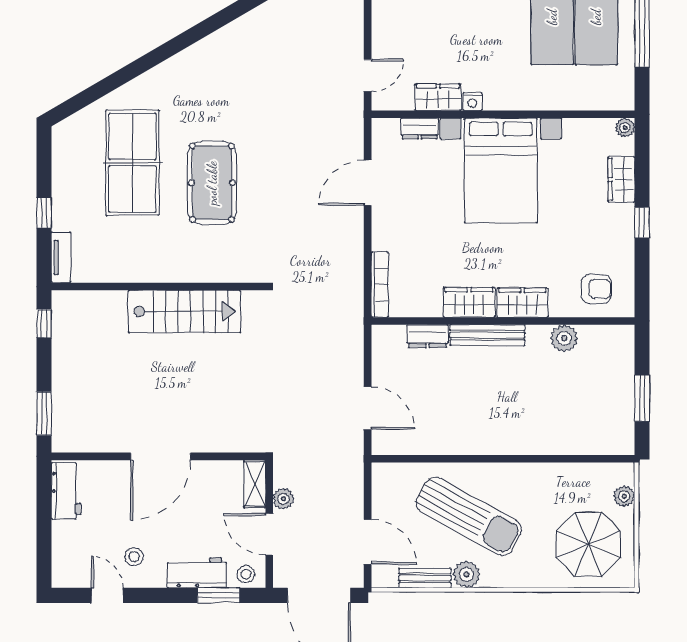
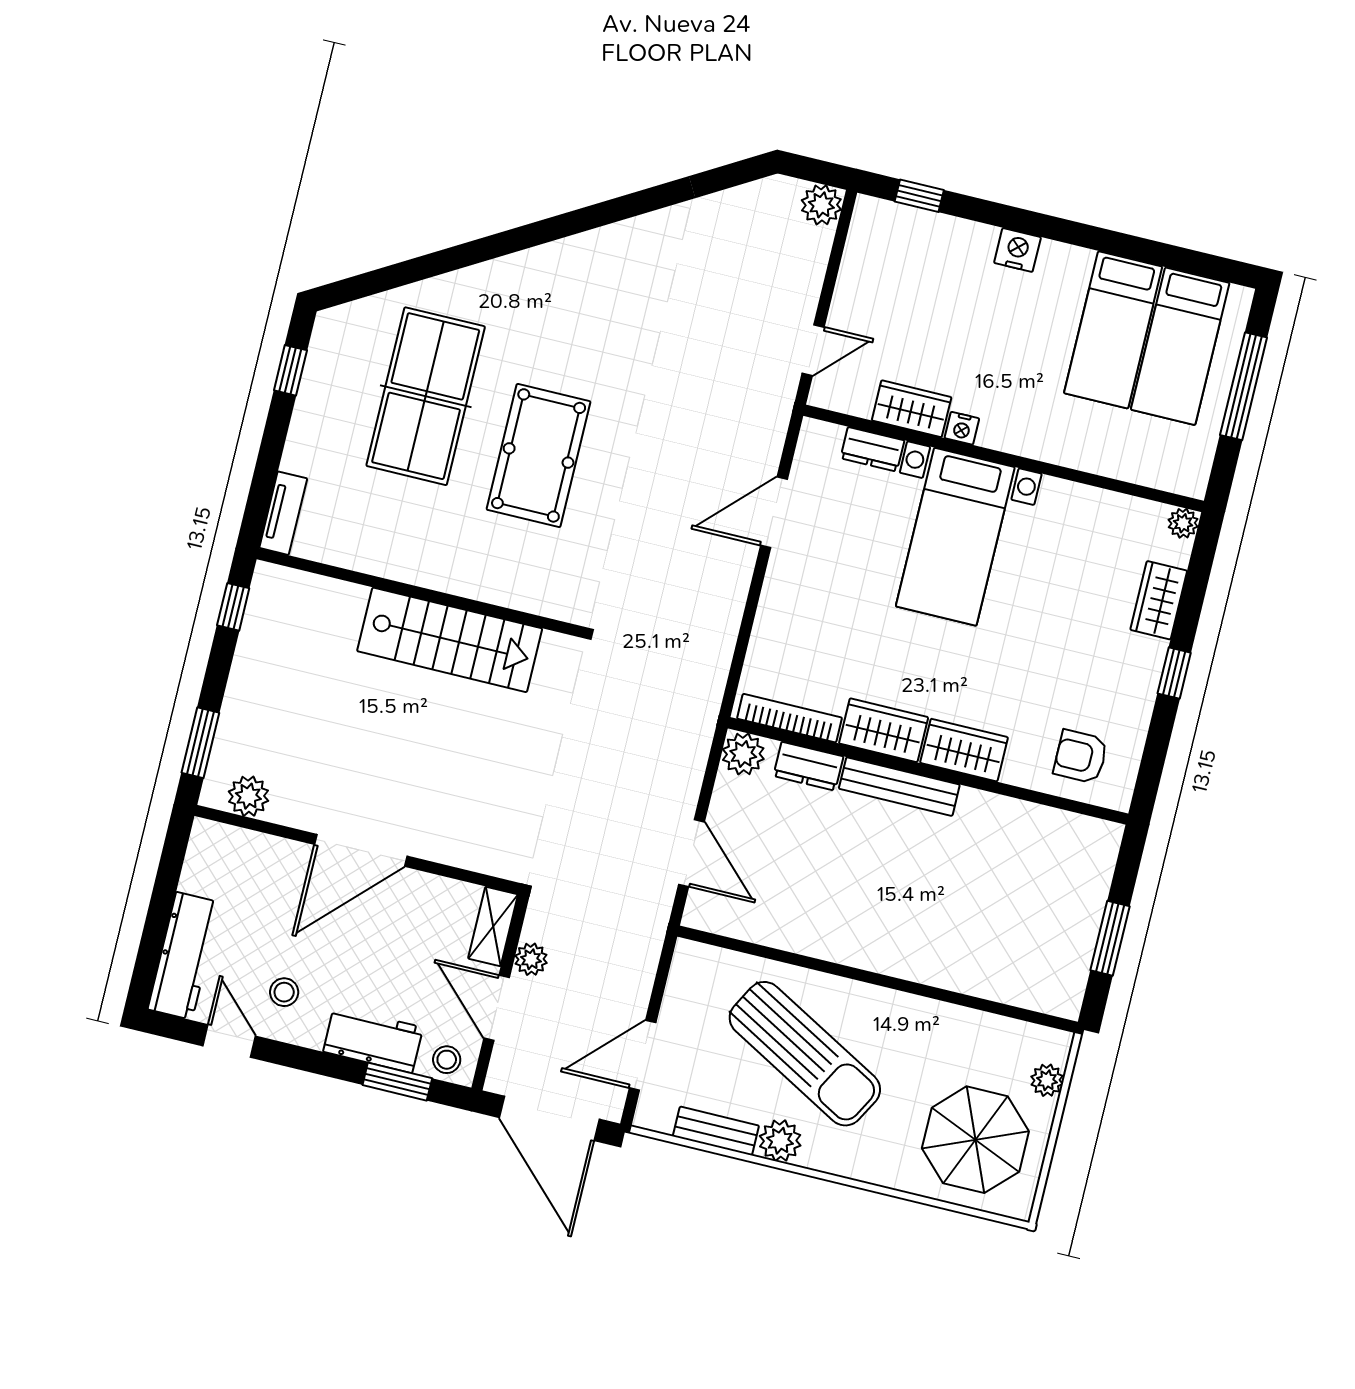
bed with nightstands: (501, 171) -> (955, 537), width x0.73
window: (44, 213) -> (290, 370), moved
bookcase: (380, 285) -> (790, 718), moved, turned -90
armchair: (596, 289) -> (1081, 757), turned 180
plant: (564, 338) -> (743, 754), moved
plant: (82, 439) -> (248, 796), added
workbench: (66, 491) -> (184, 956), moved, width x1.38
door: (368, 542) -> (643, 1055), swing flipped

